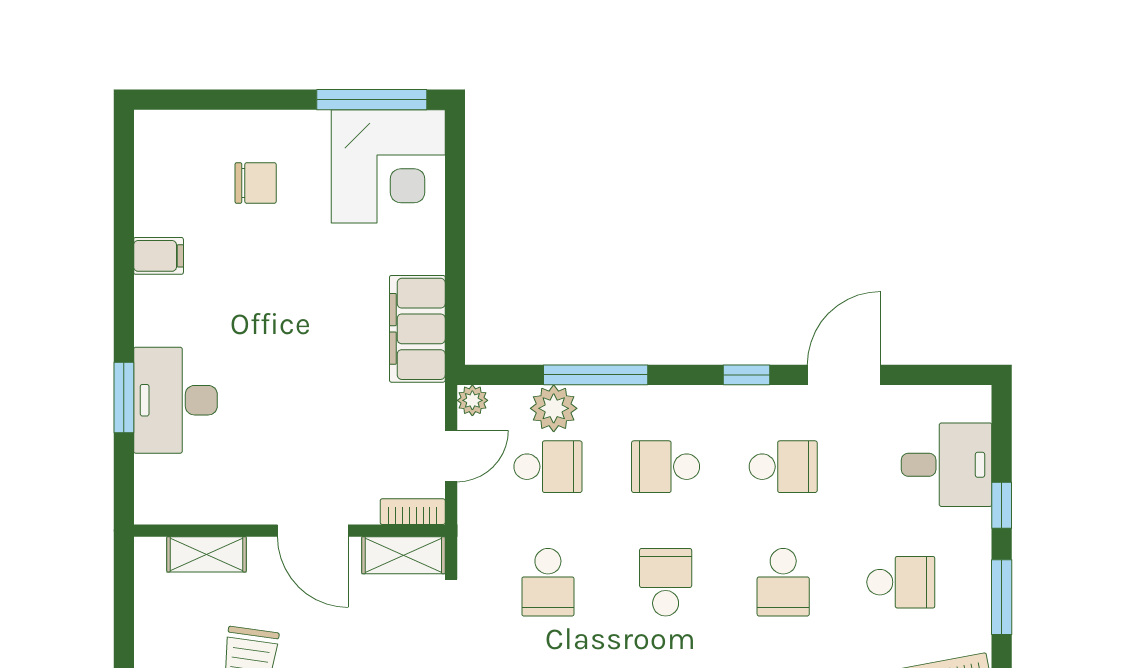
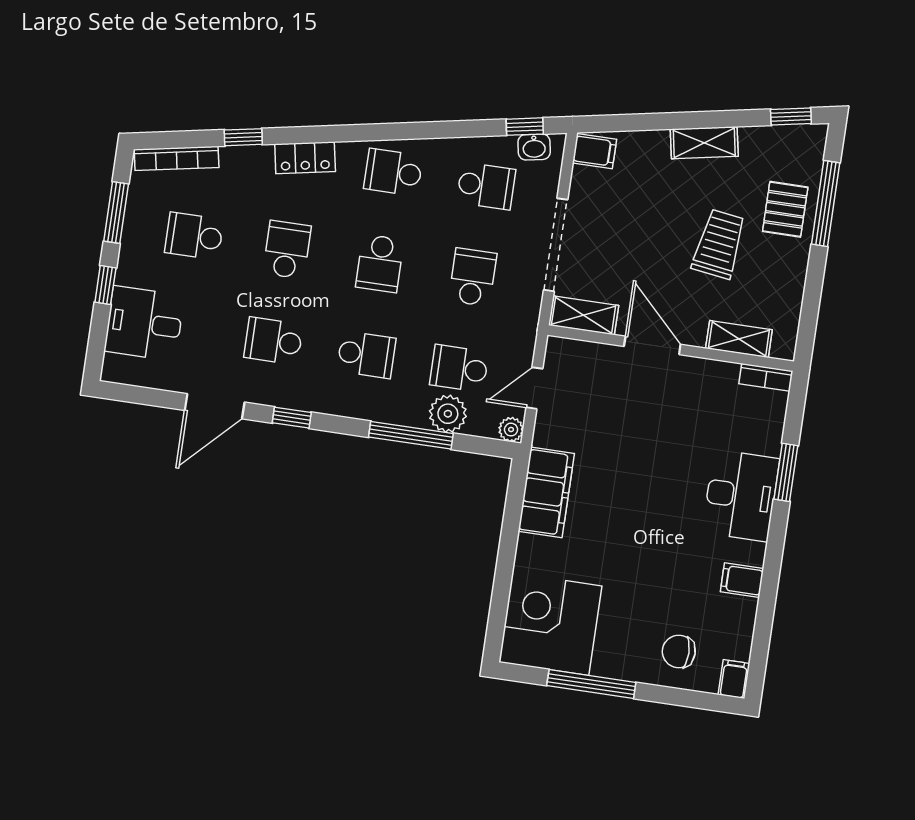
window: (372, 100) -> (591, 684), moved
filing cabinet: (150, 132) -> (734, 679), added
chair: (256, 183) -> (679, 651), moved
desk: (175, 400) -> (741, 496), moved
bookcase: (413, 512) -> (766, 377), moved

